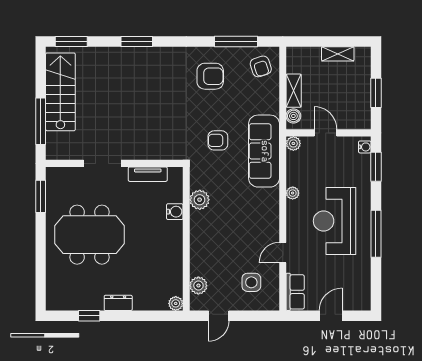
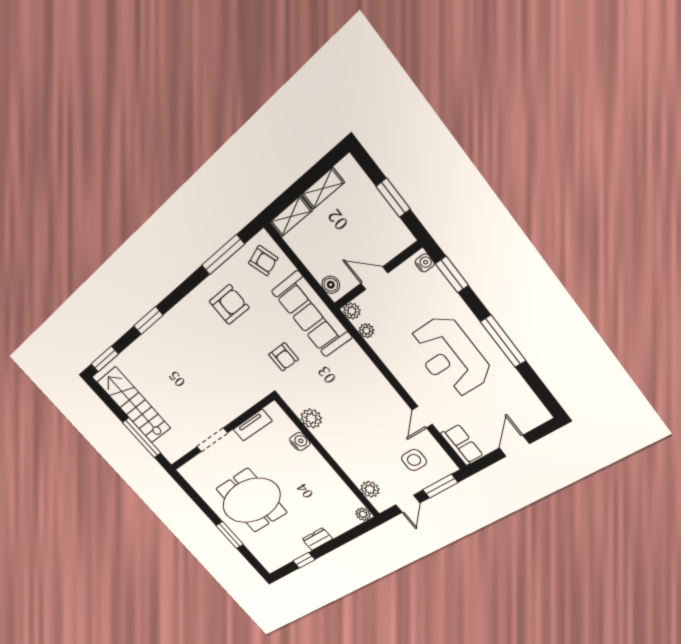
shelving: (294, 91) -> (291, 216), moved, turned 90
armchair: (218, 140) -> (284, 357), turned -90
sofa: (264, 151) -> (312, 314), moved
plant: (293, 193) -> (366, 331), moved
window: (41, 196) -> (230, 535), moved
window: (255, 316) -> (440, 486), added

